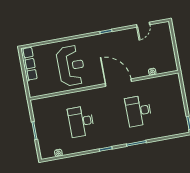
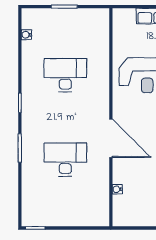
door: (118, 83) -> (111, 138), hinge flipped

